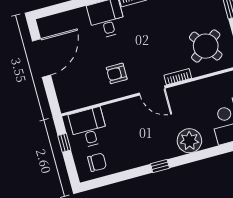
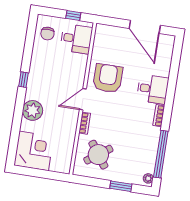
armchair: (117, 73) -> (108, 78), width x1.88, depth x1.88

